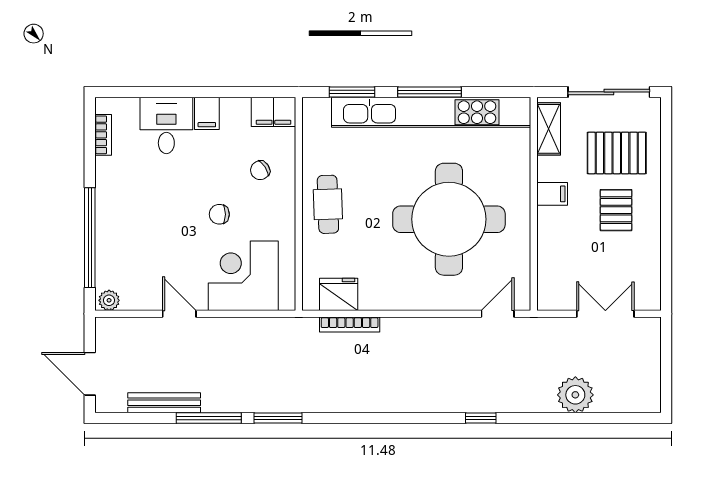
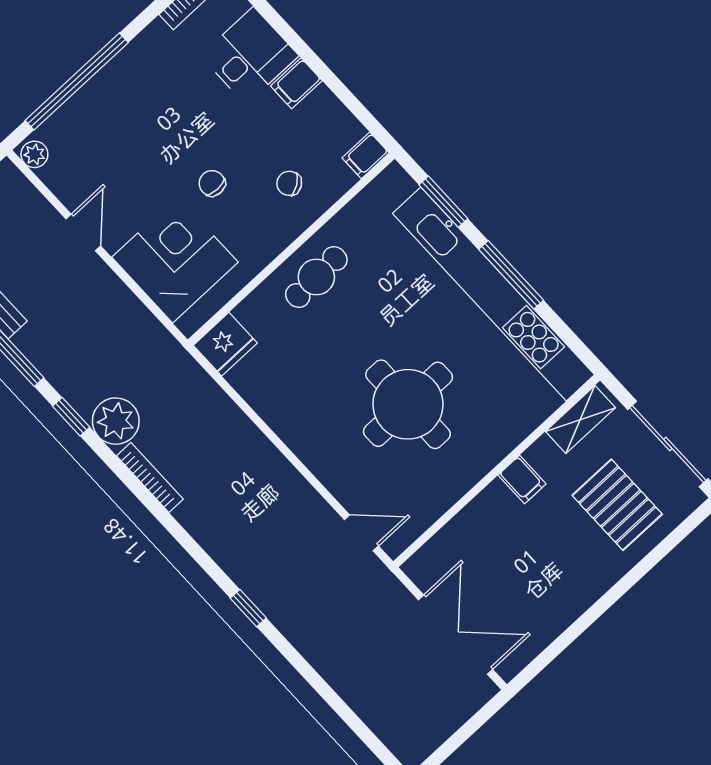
filing cabinet: (273, 112) -> (366, 155), width x0.50
pallet: (616, 210) -> (563, 554), removed
round table: (449, 219) -> (408, 404), width x0.73, depth x0.73
fridge: (339, 294) -> (225, 344), moved, turned 90
double door: (605, 314) -> (456, 635), width x1.37
bookcase: (350, 325) -> (150, 477), moved, turned 180
plant: (575, 395) -> (116, 421), moved
window: (278, 418) -> (71, 417), width x0.67

